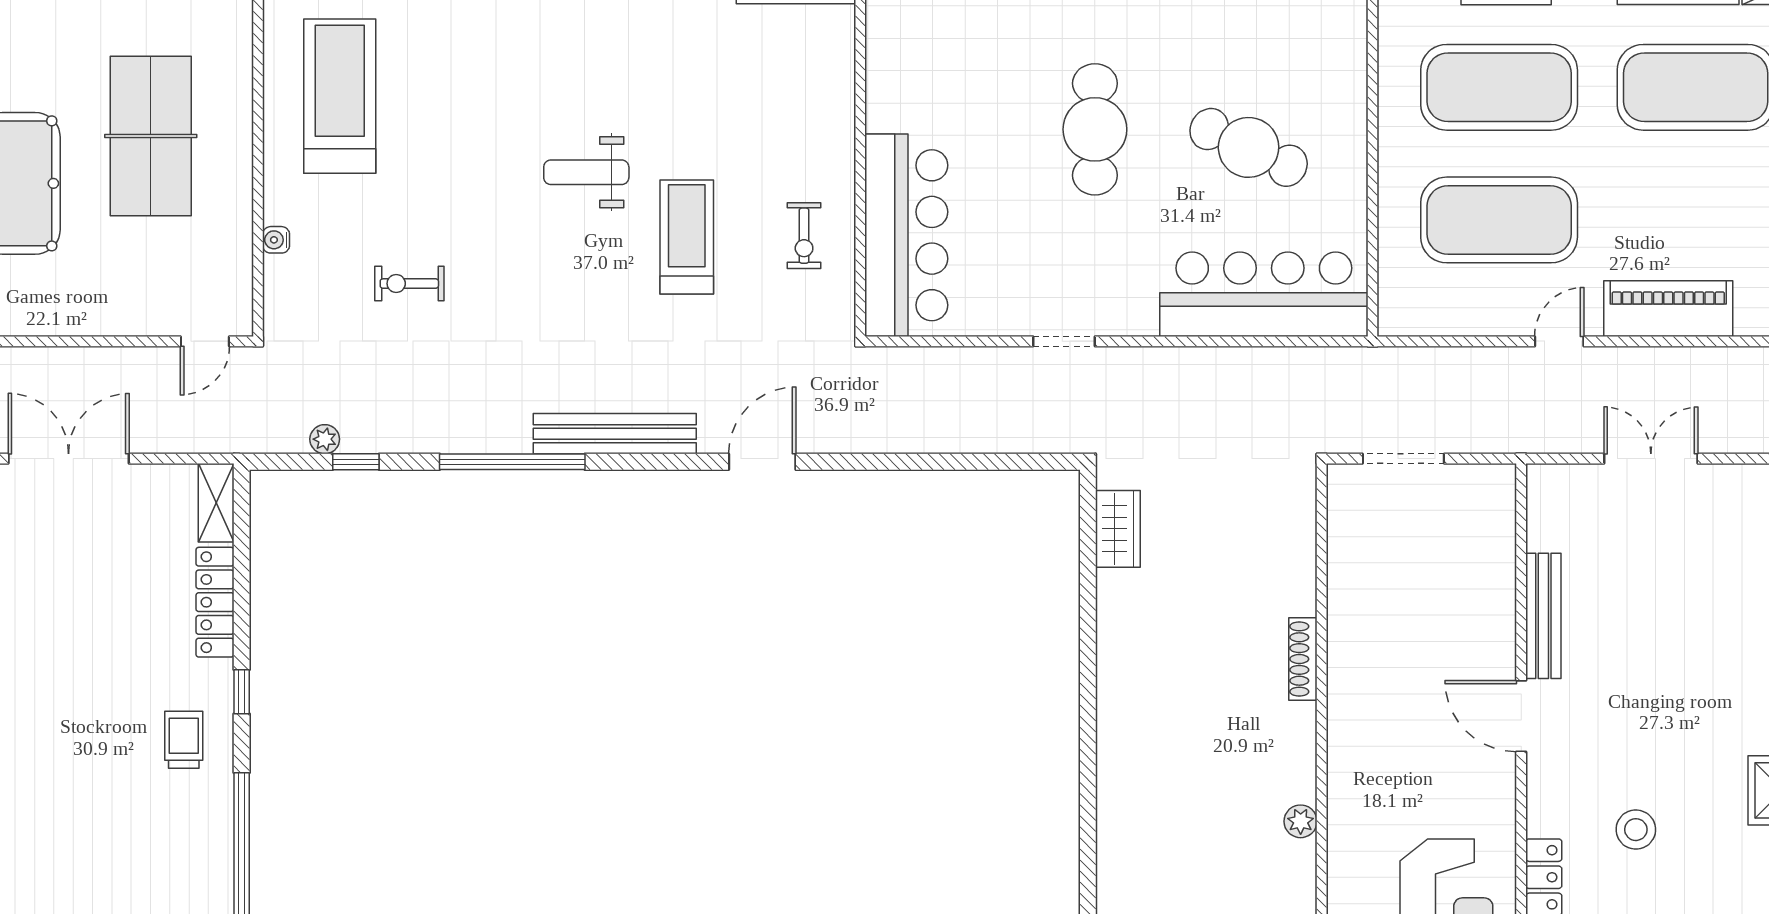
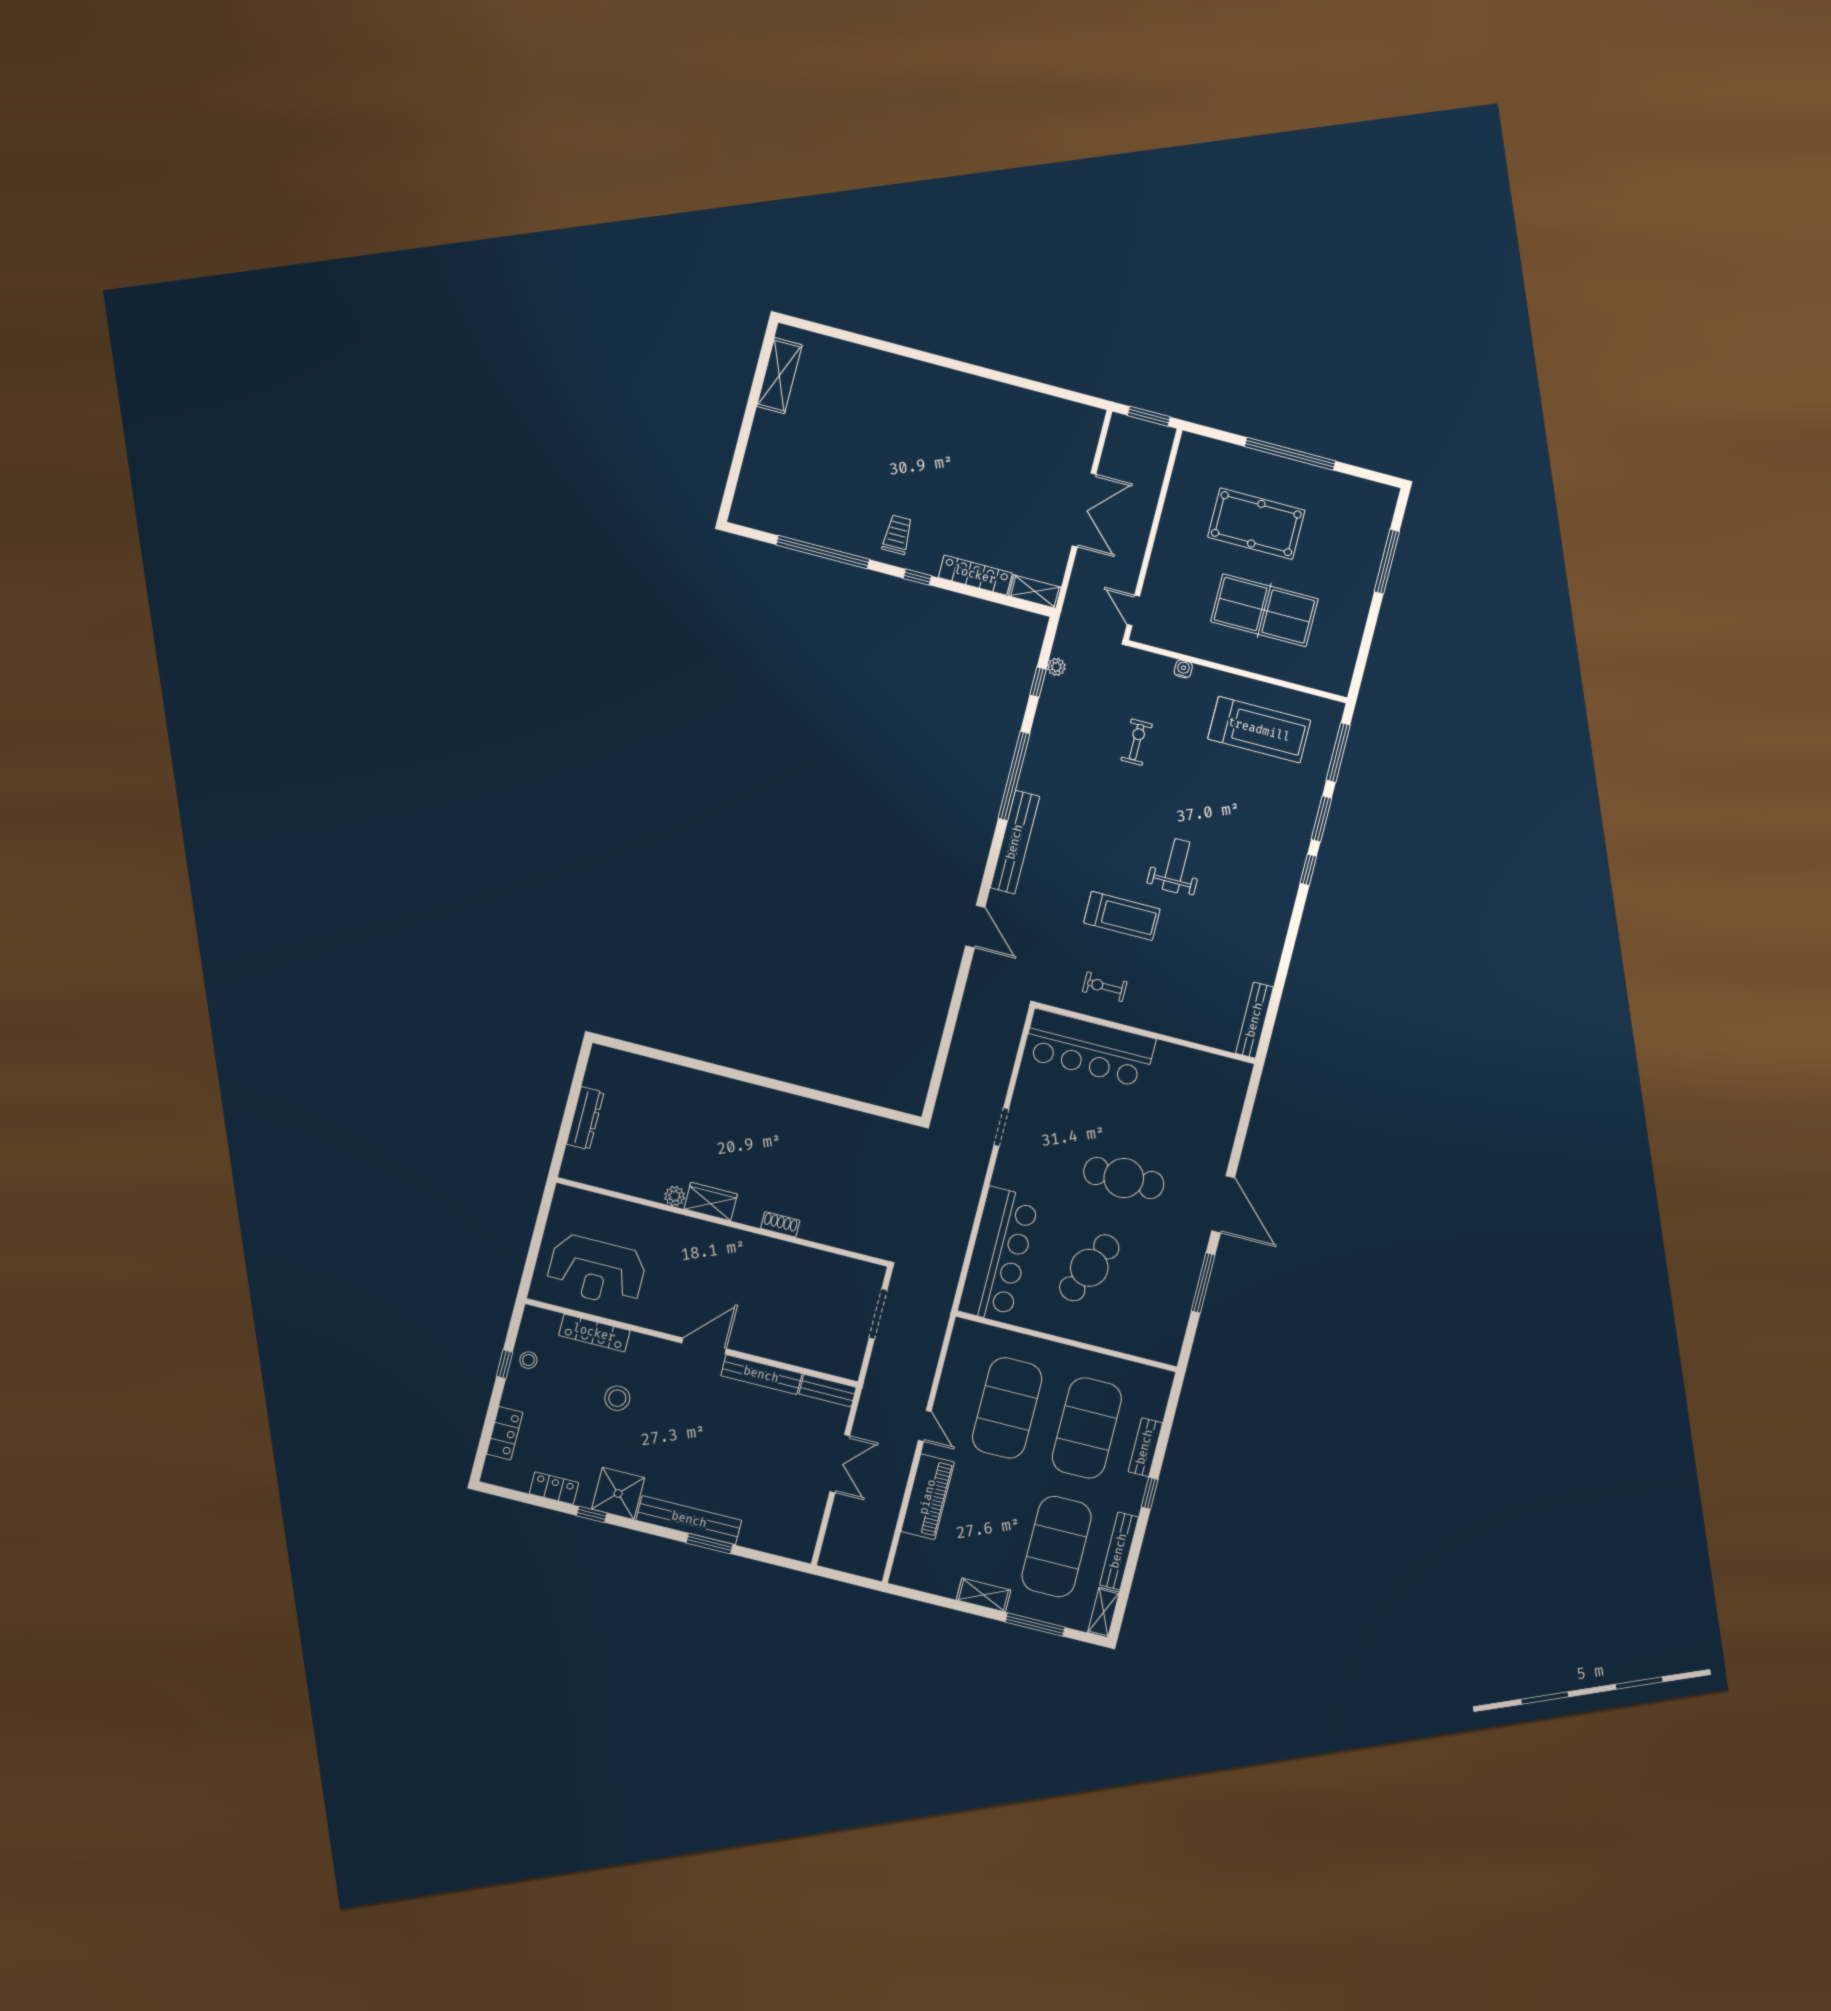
bench: (1542, 507) -> (828, 1391), added
wardrobe: (1118, 529) -> (711, 1201), moved, turned 180
shoe rack: (1303, 659) -> (780, 1224), width x0.70
trolley: (184, 740) -> (897, 535), turned -90

